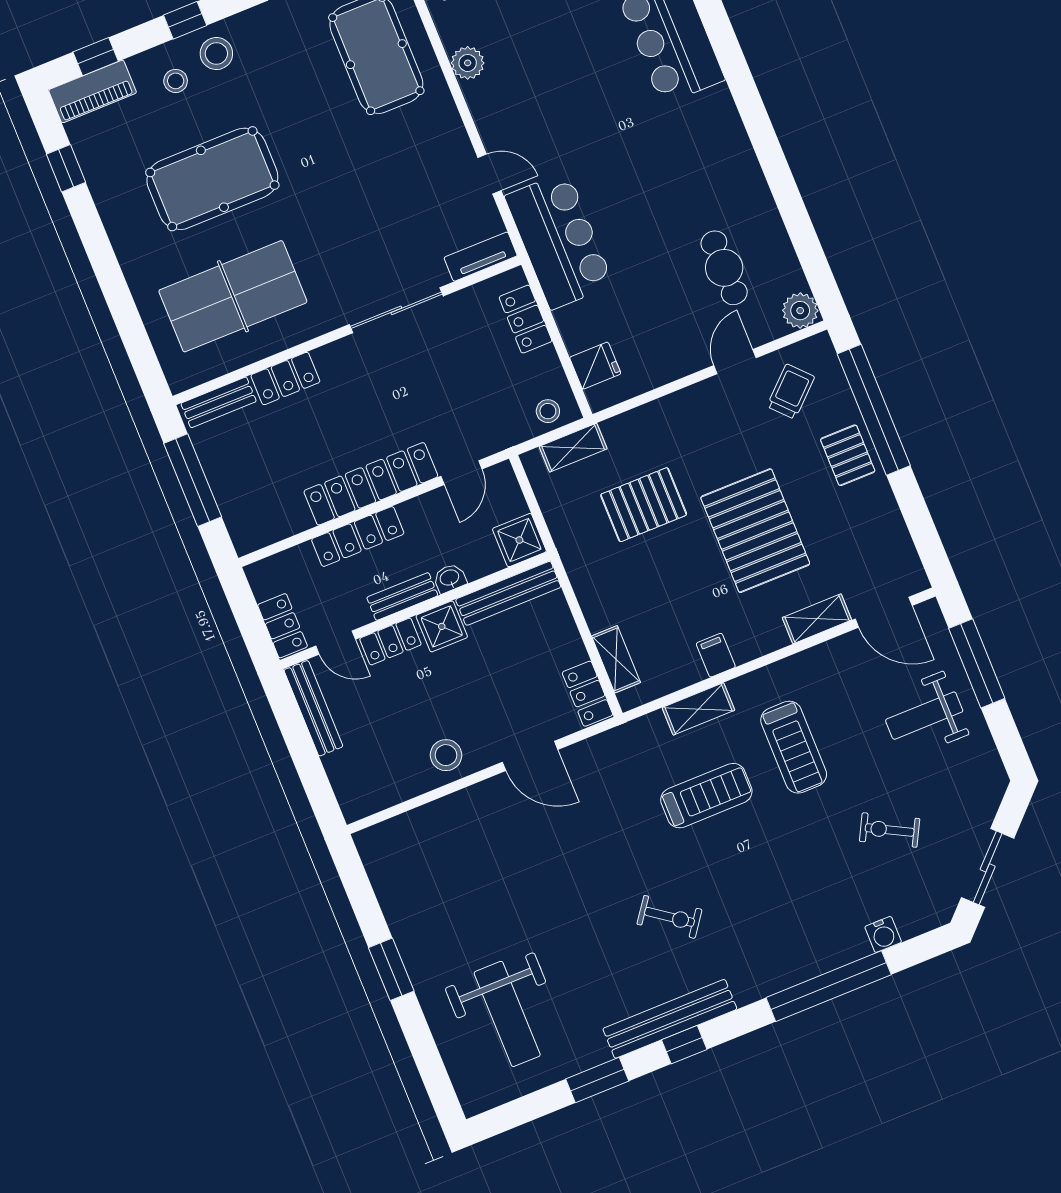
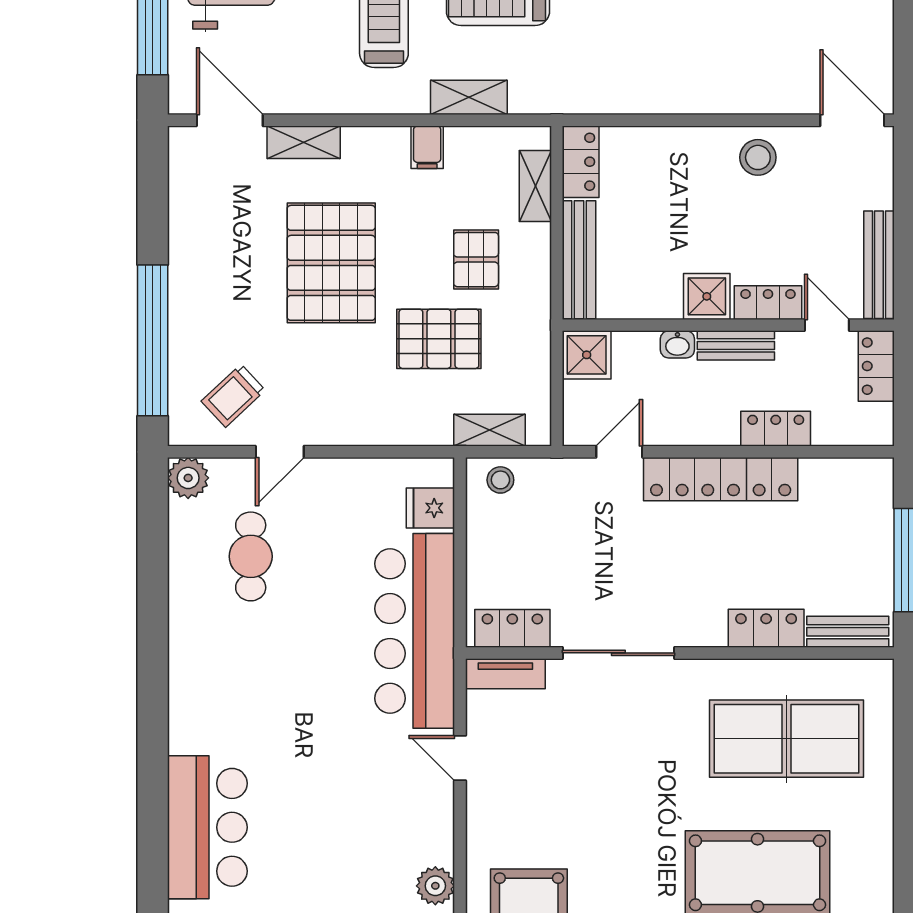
bar counter: (559, 240) -> (415, 631), width x1.36
locker: (525, 319) -> (512, 628), moved, turned -90
pallet: (848, 455) -> (476, 260), moved
locker: (358, 537) -> (776, 429), width x0.66
bench: (508, 593) -> (579, 260), moved, turned 90
door: (530, 756) -> (852, 120), moved

